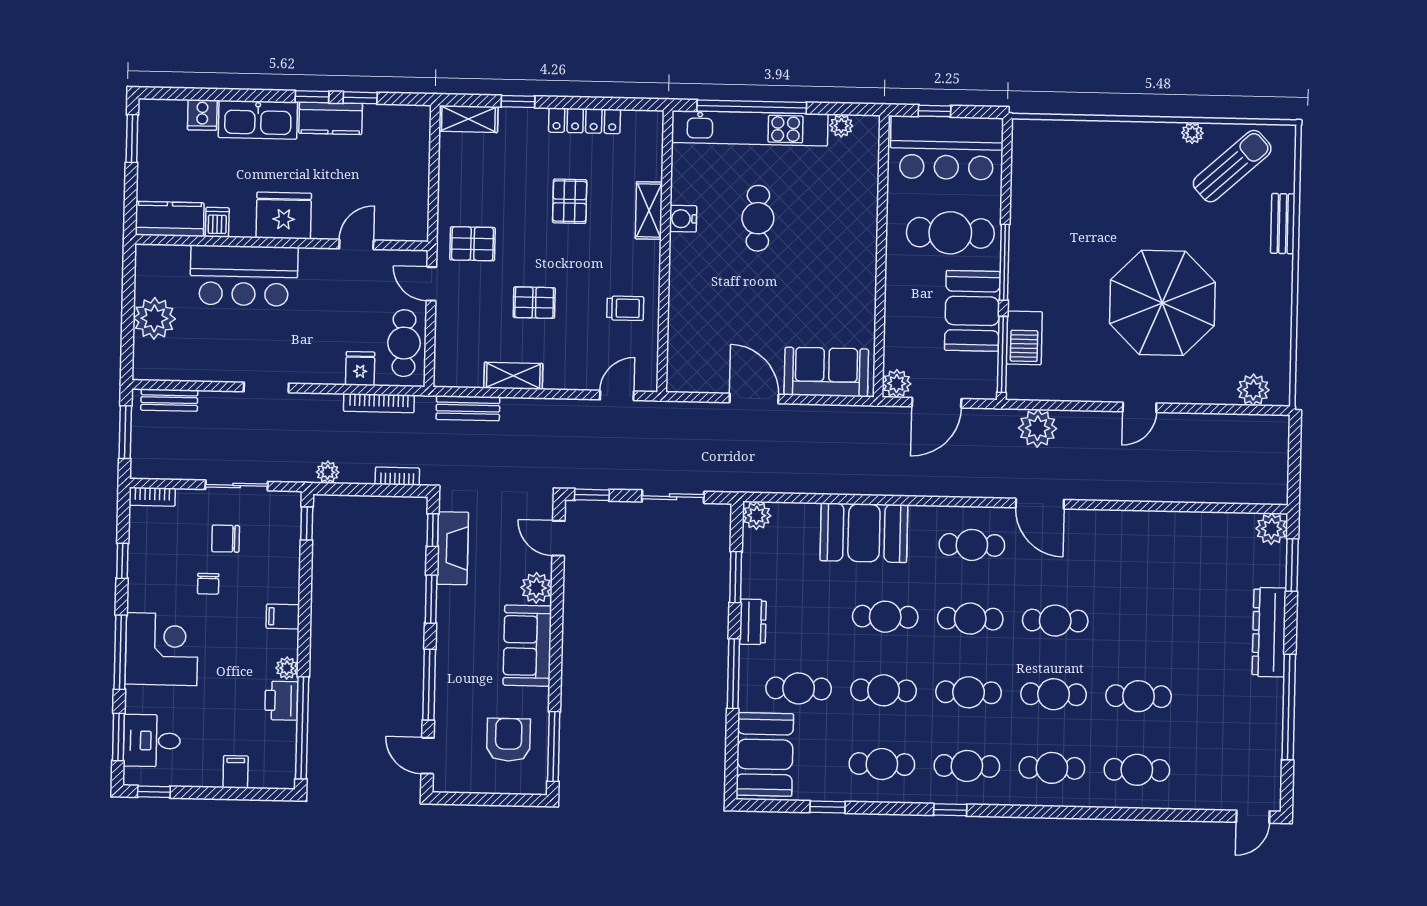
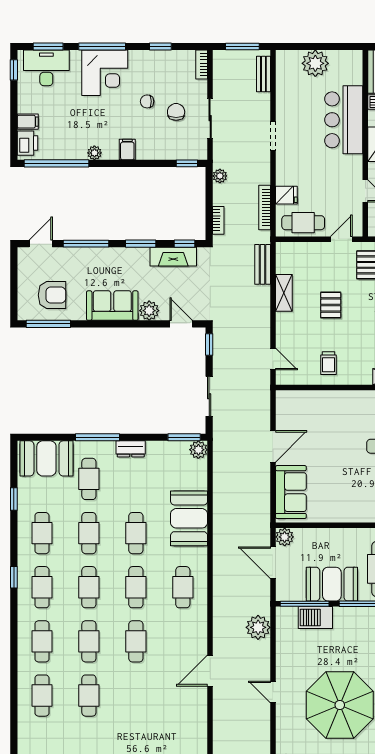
door: (1040, 504) -> (210, 671), moved
door: (558, 538) -> (181, 324), hinge flipped
window: (736, 577) -> (184, 437), moved
printer: (281, 701) -> (28, 143), moved, turned 90
desk: (152, 741) -> (46, 68), width x1.37

